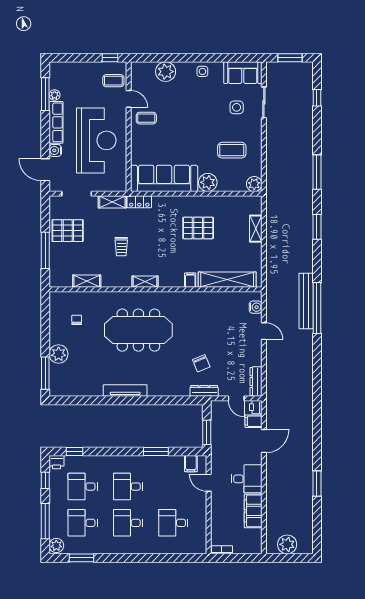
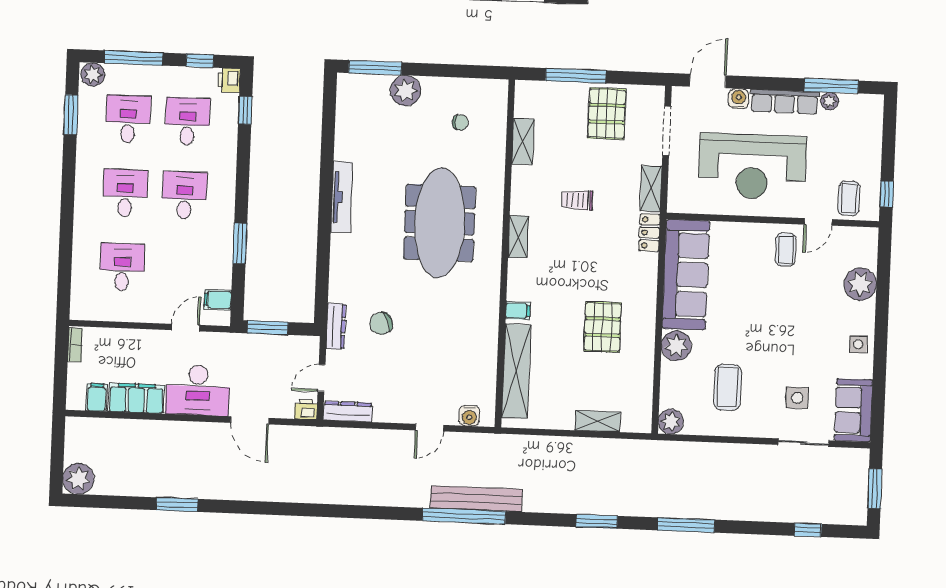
filing cabinet: (253, 421) -> (97, 397), moved
desk: (247, 479) -> (198, 390), width x1.37
plant: (287, 544) -> (78, 479), moved

